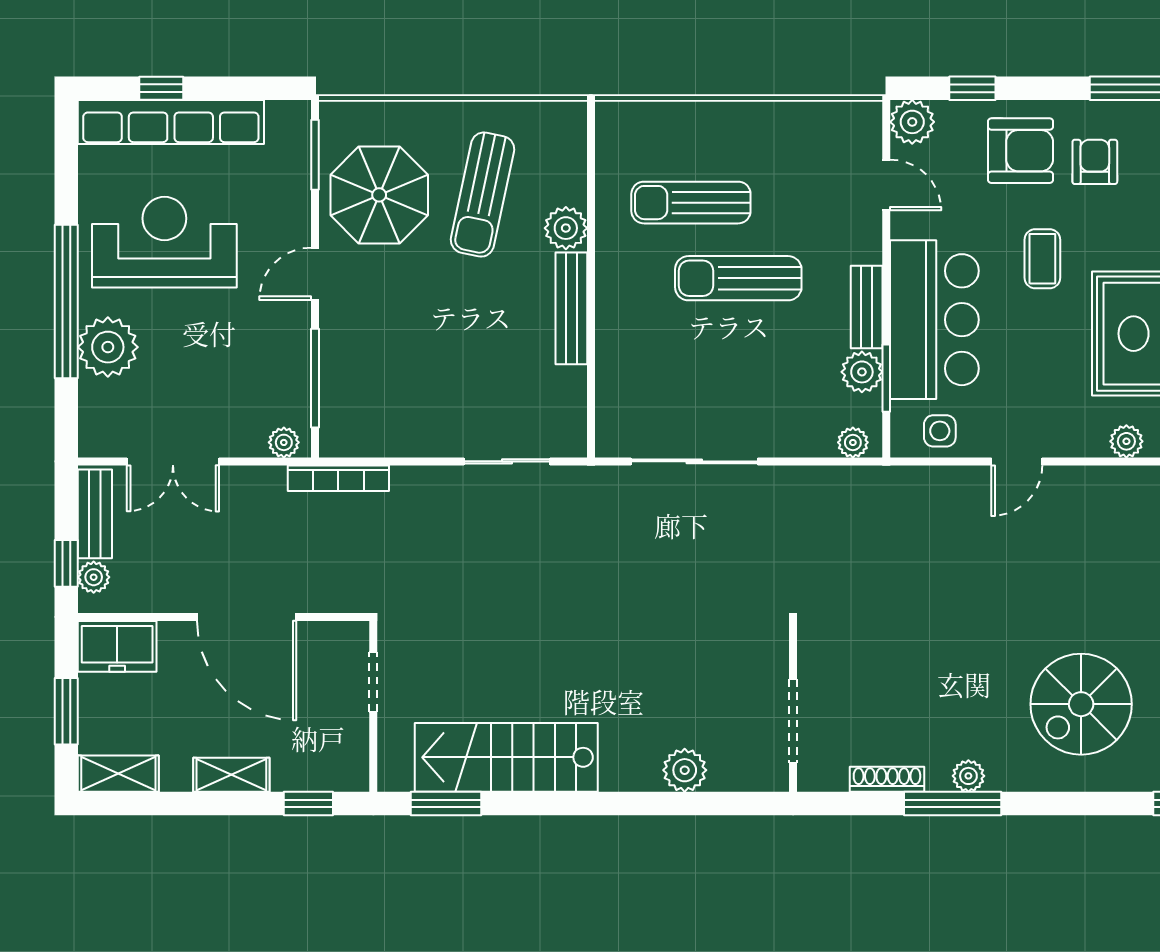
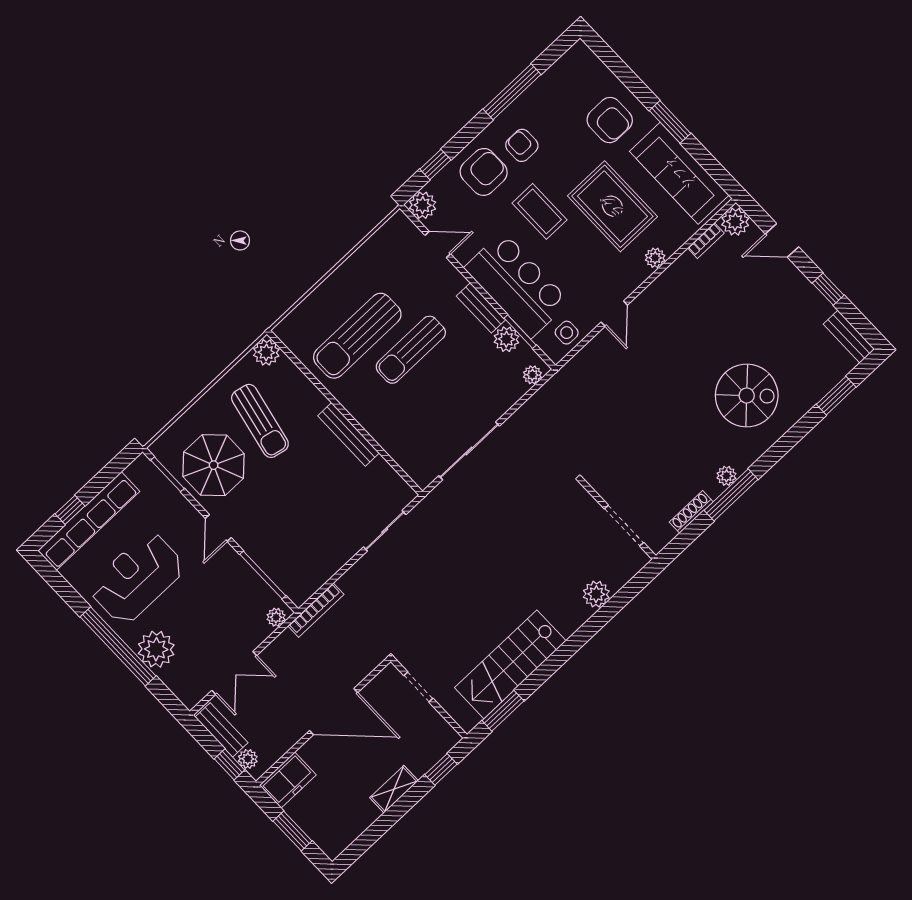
sun lounger: (691, 203) -> (357, 336), width x1.36, depth x1.34
plant: (566, 228) -> (266, 352), moved
coffee table: (1042, 259) -> (539, 211), width x1.36, depth x1.30
spiral stairs: (1081, 704) -> (747, 396), turned -90
shelving: (118, 774) -> (343, 837), removed

